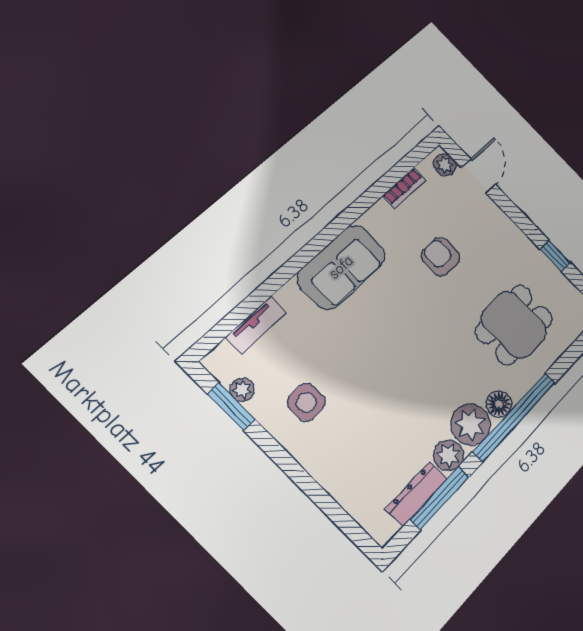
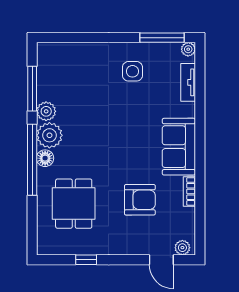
bookcase: (404, 188) -> (189, 191), moved
armchair: (441, 257) -> (140, 200), width x1.38, depth x1.38
plant: (242, 390) -> (188, 49), moved
window: (231, 407) -> (162, 38), width x1.44
dresser: (417, 494) -> (44, 80), removed

